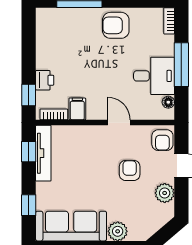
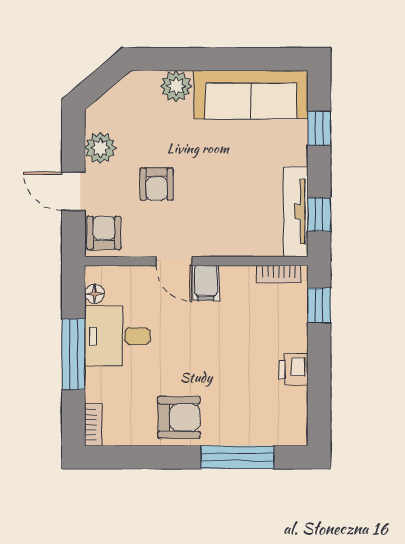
printer: (45, 80) -> (293, 370), moved
filing cabinet: (77, 109) -> (206, 283), moved

